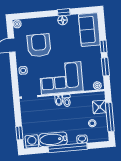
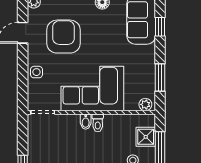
window: (104, 46) -> (160, 27), moved

